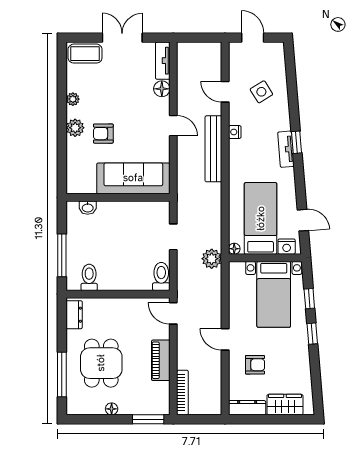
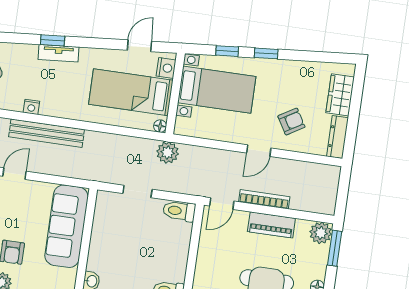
armchair: (255, 365) -> (291, 122), turned 59
bookcase: (182, 393) -> (264, 199), moved
plant: (160, 405) -> (321, 233), added

